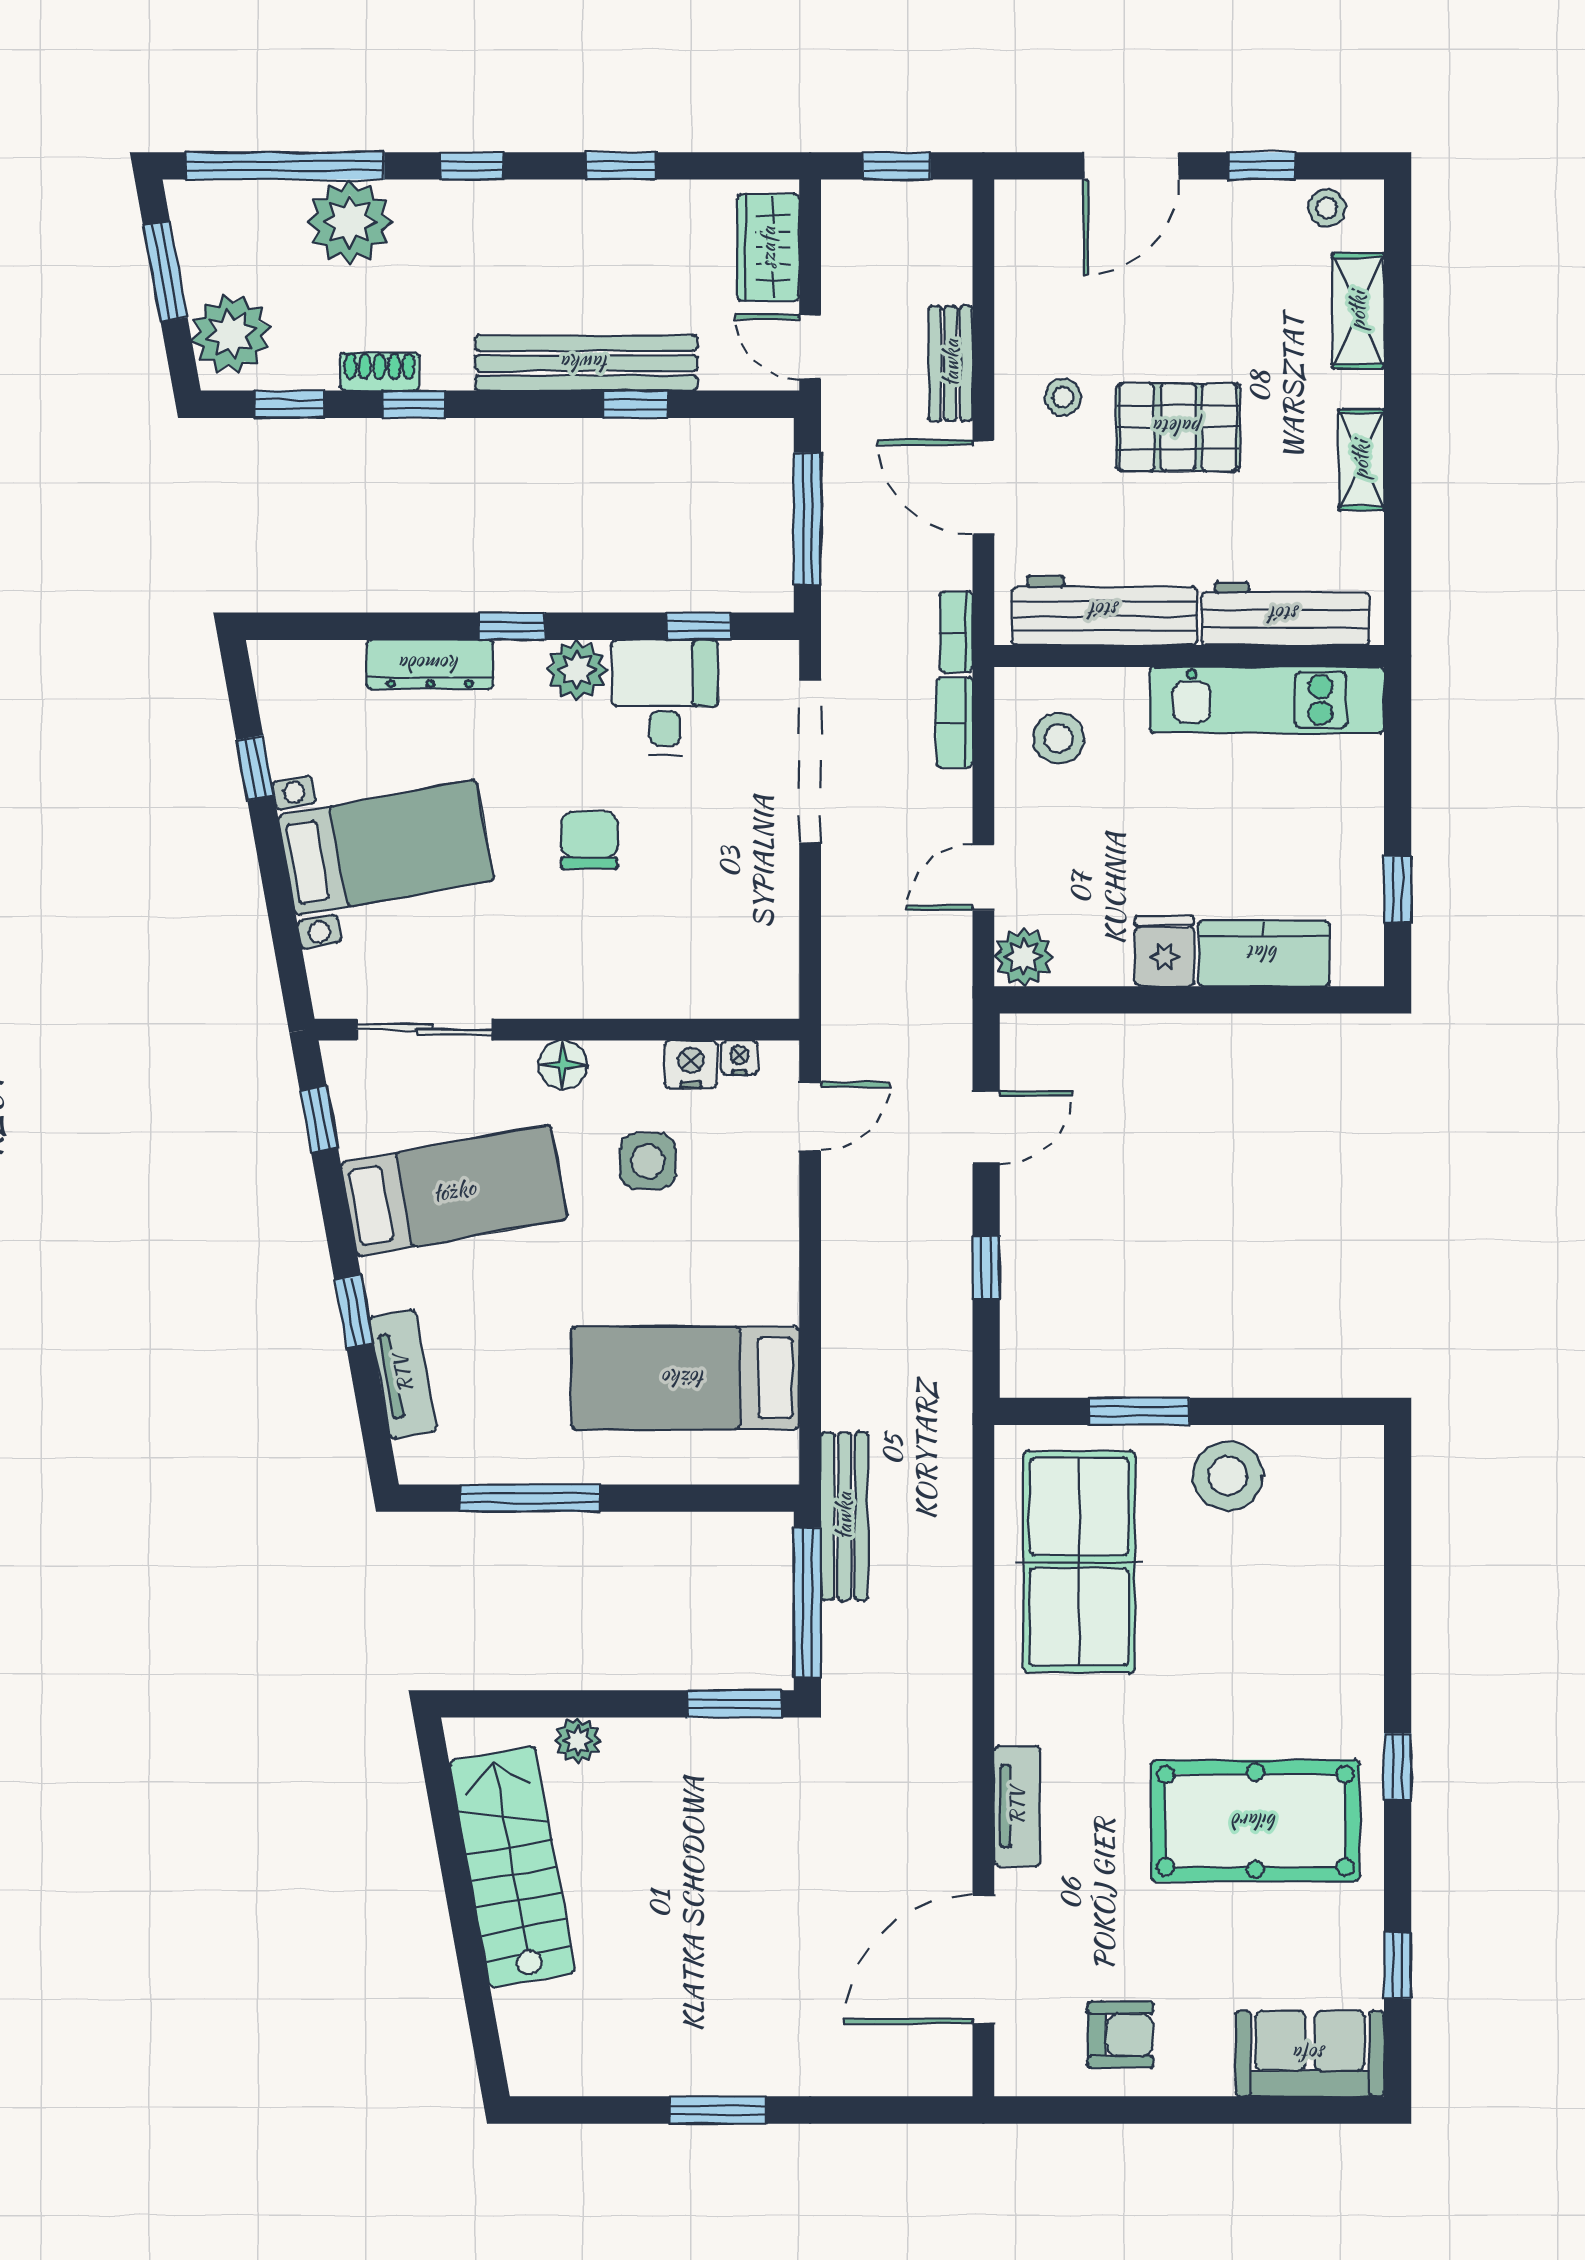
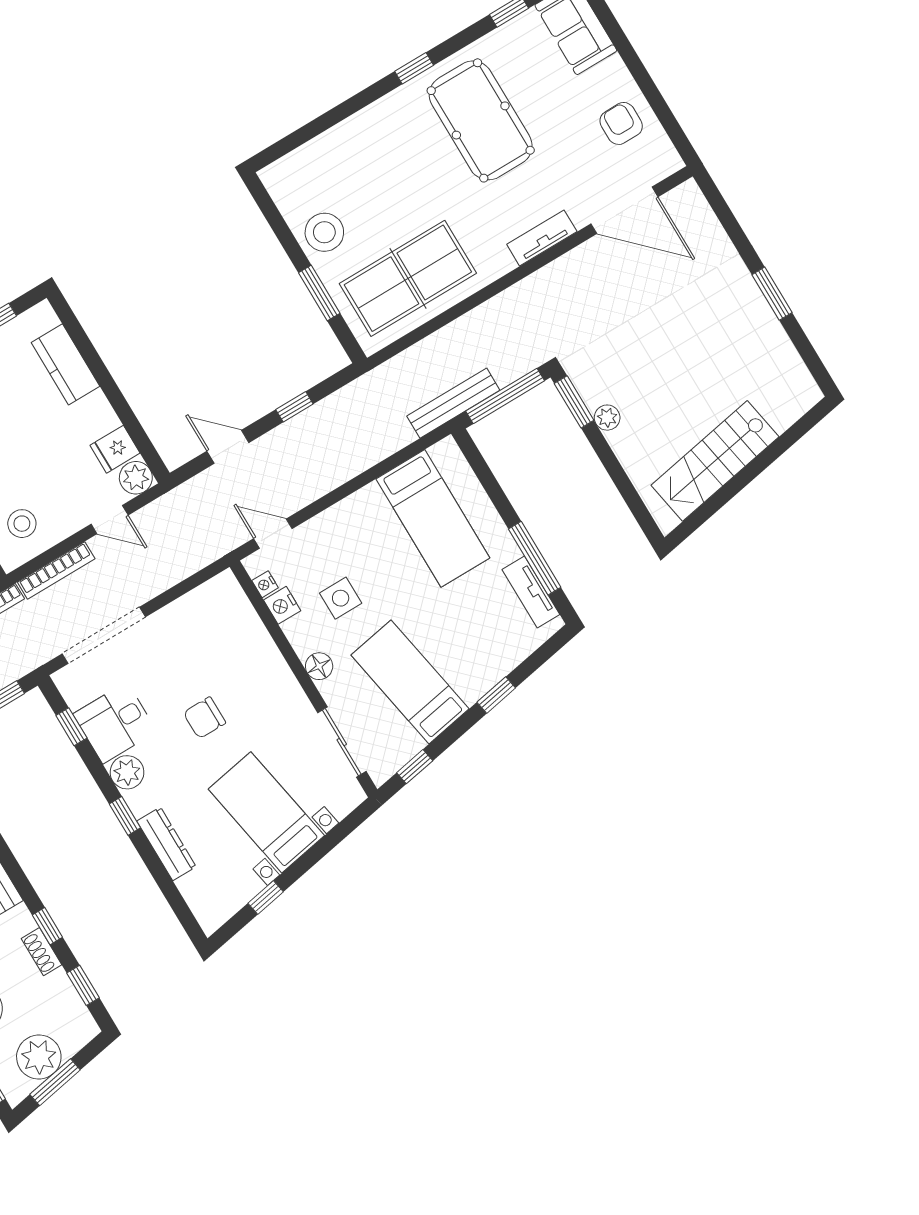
plant: (231, 334) -> (39, 1057), moved
bookcase: (954, 722) -> (56, 570), width x1.56
fridge: (1164, 951) -> (115, 449), moved
tv unit: (403, 1374) -> (531, 592), moved, turned -80
plant: (578, 1740) -> (607, 418), moved

